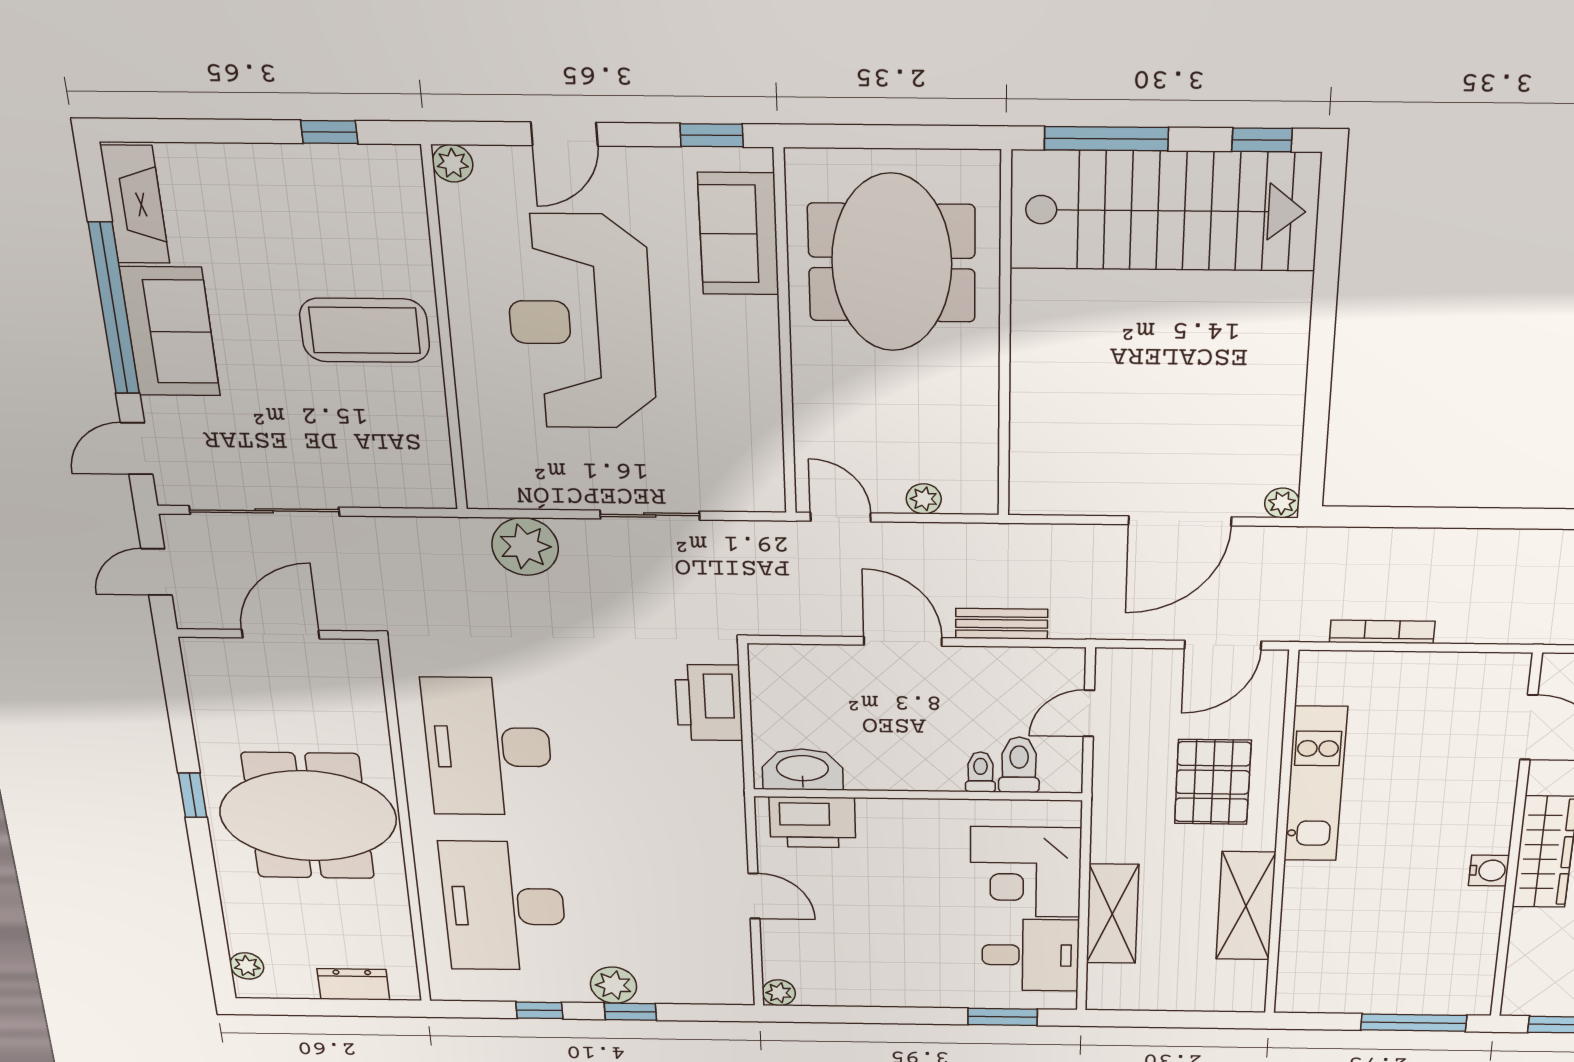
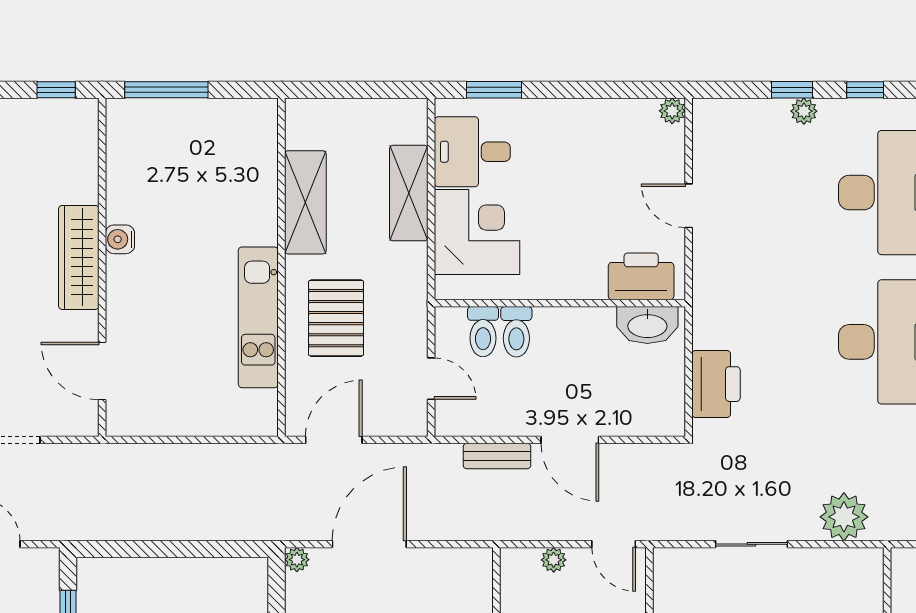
bookcase: (1382, 632) -> (218, 453), removed
door: (1089, 713) -> (431, 379), hinge flipped
toilet: (980, 772) -> (516, 332), width x1.37, depth x1.39
plant: (614, 985) -> (804, 111), width x0.73, depth x0.73

